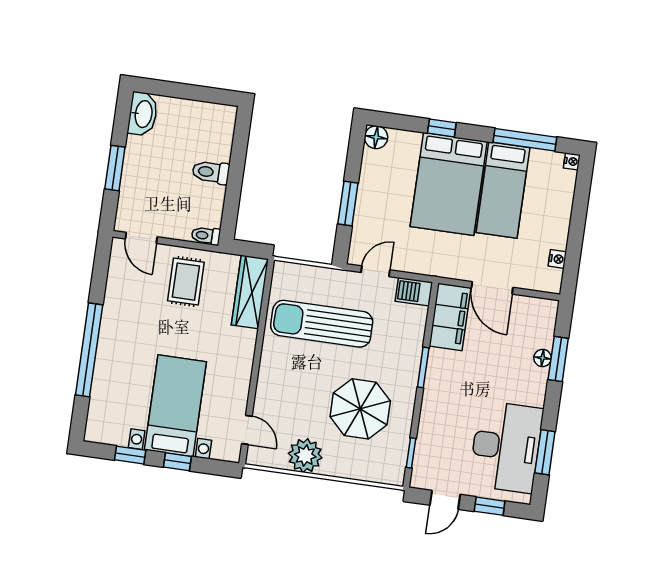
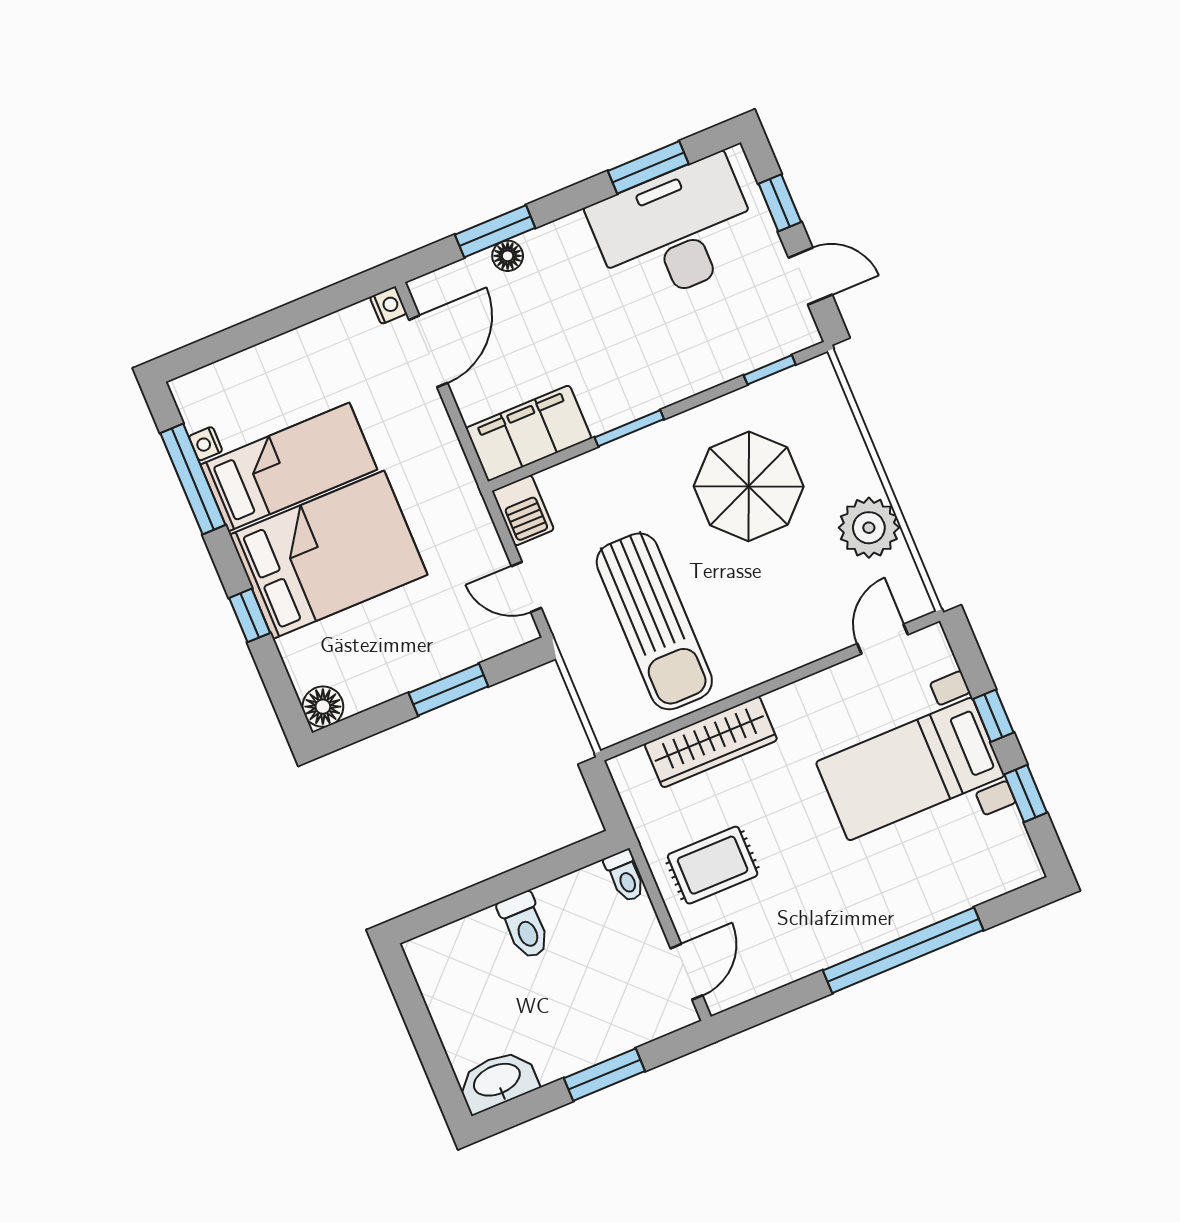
nightstand: (572, 161) -> (206, 444), moved, turned -90
nightstand: (557, 259) -> (388, 305), moved, turned 90
door: (492, 288) -> (428, 351), moved
wardrobe: (250, 292) -> (711, 742), moved

